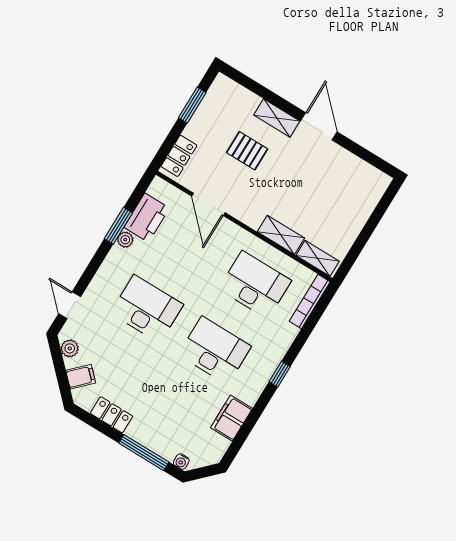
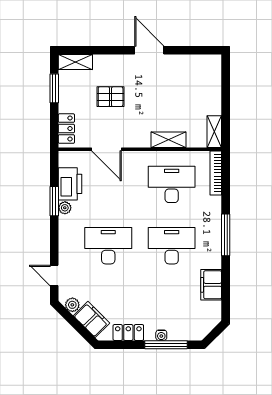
shelving: (277, 118) -> (75, 62), moved
shelving: (318, 258) -> (214, 132), moved, turned 90
window: (280, 374) -> (226, 235), width x2.17
filing cabinet: (81, 377) -> (91, 319), width x2.00
water cooler: (181, 461) -> (161, 335), moved

